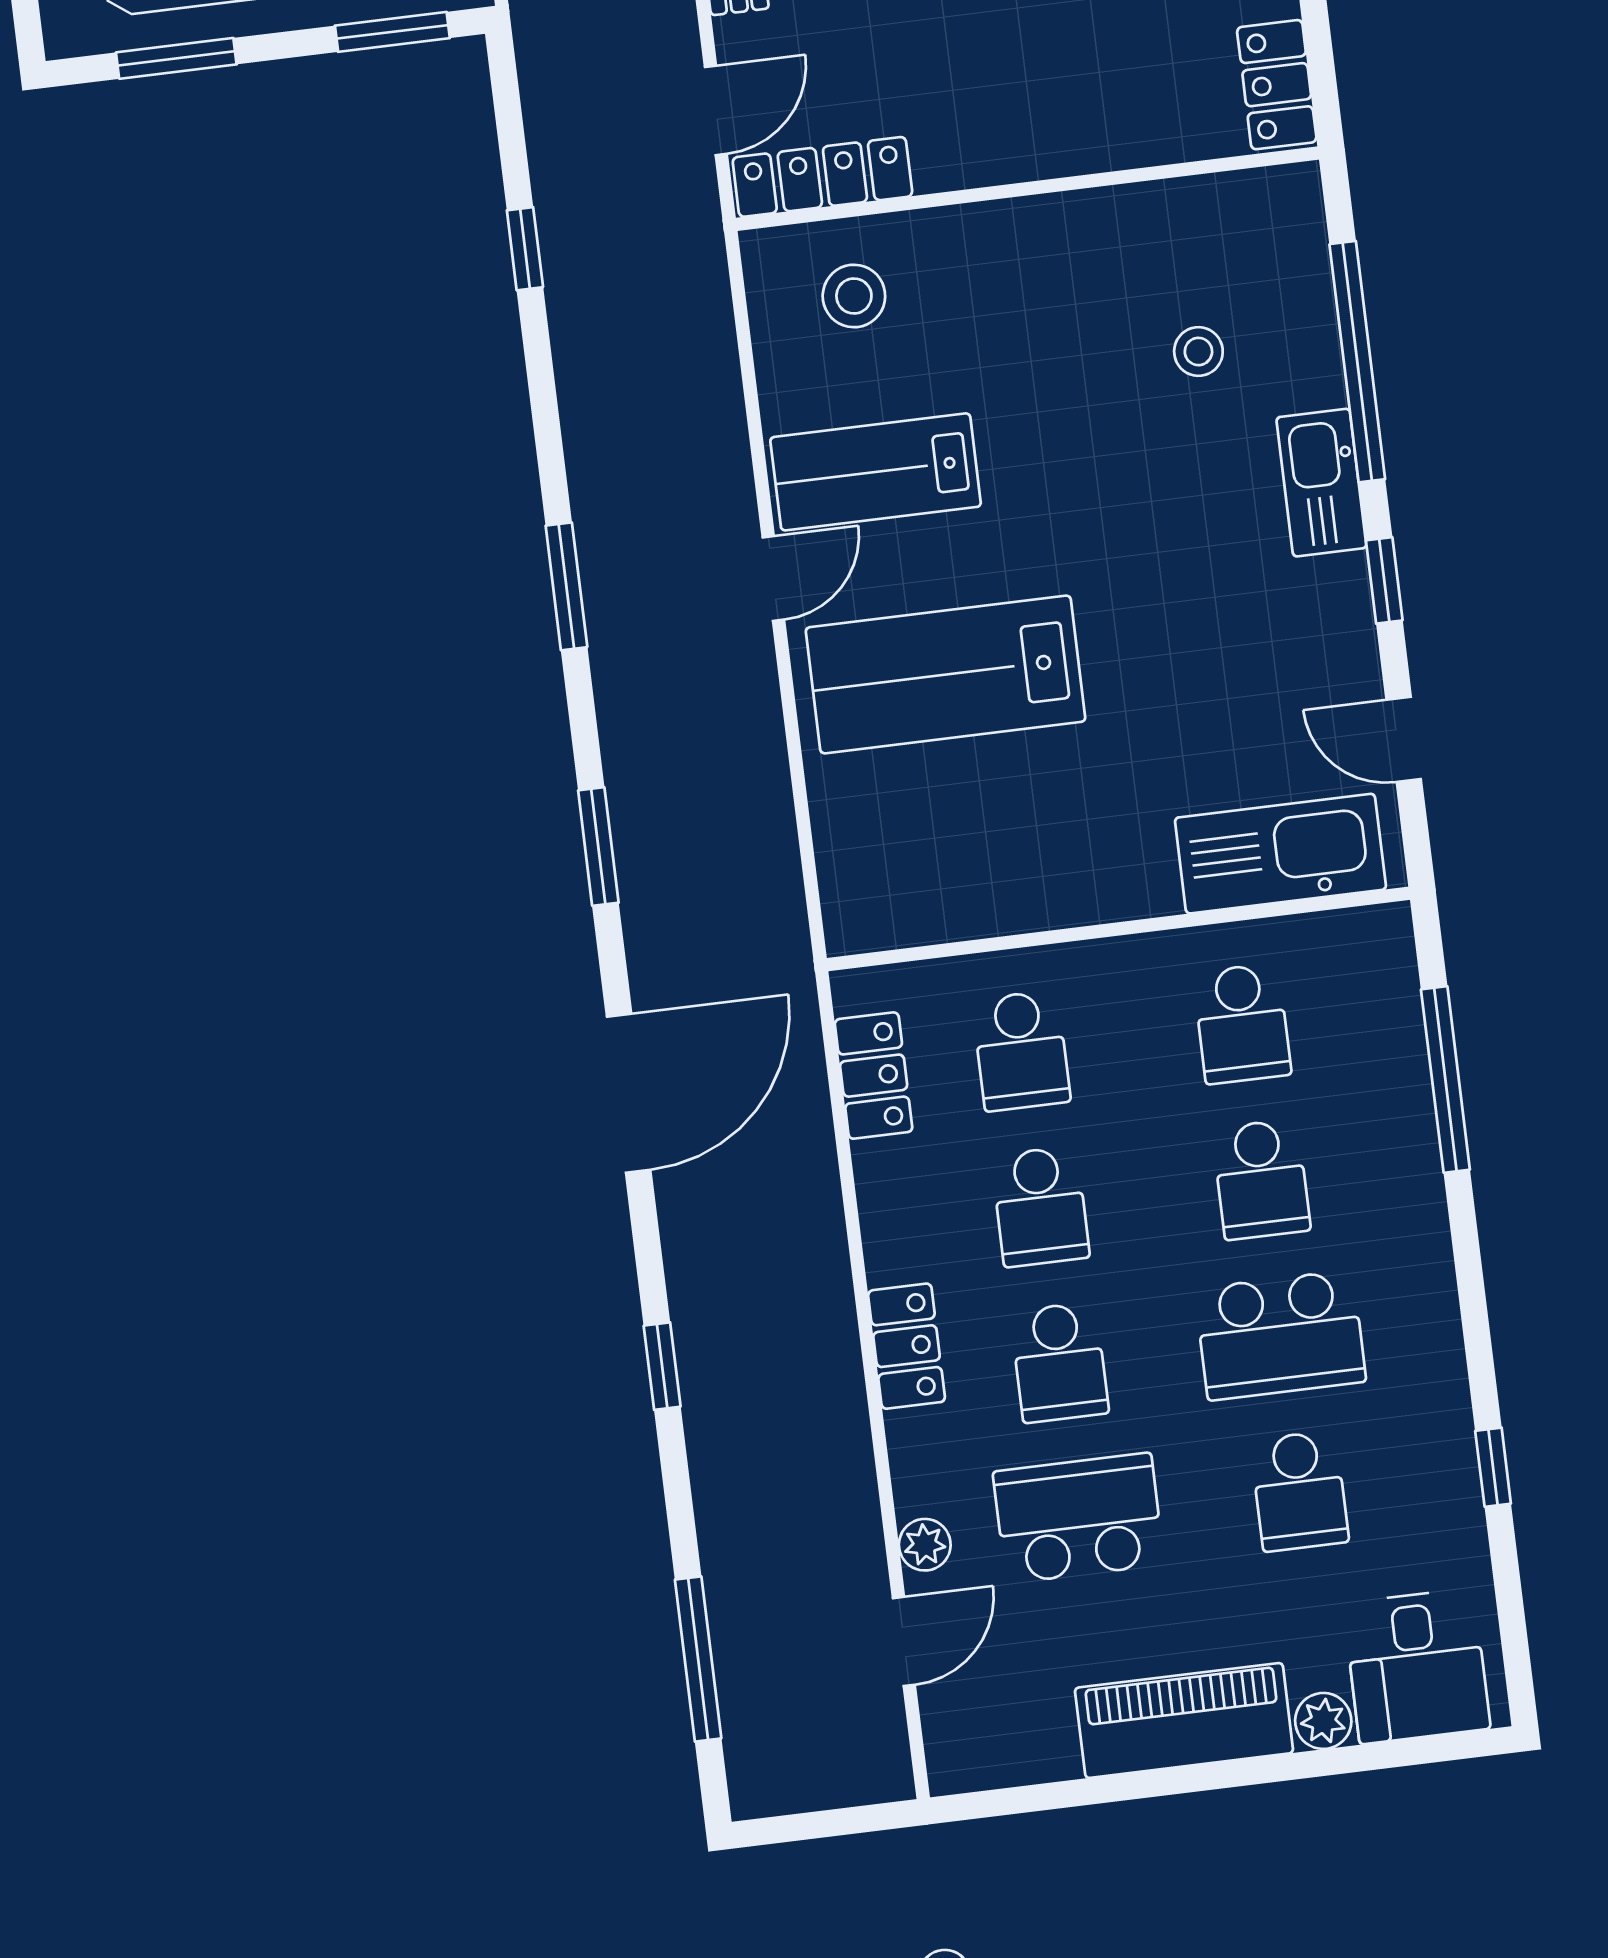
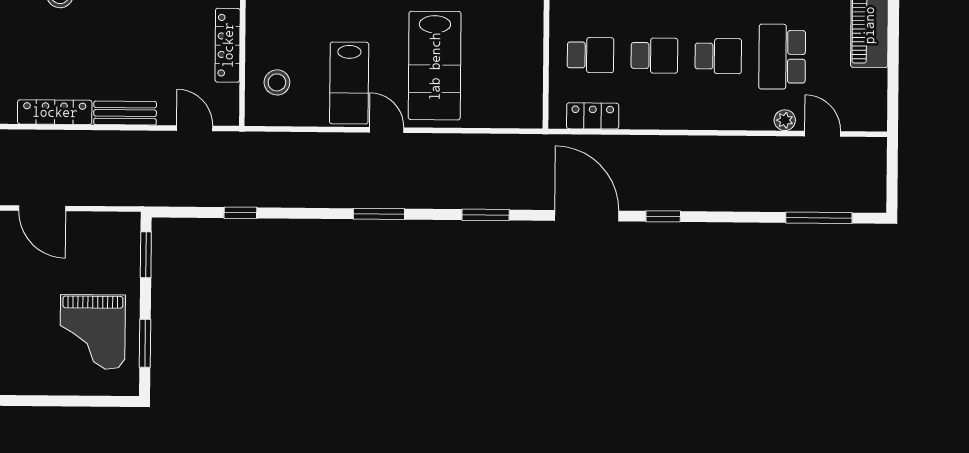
locker: (822, 177) -> (228, 45), moved
locker: (907, 1346) -> (704, 117), removed
window: (662, 1366) -> (663, 216), moved

